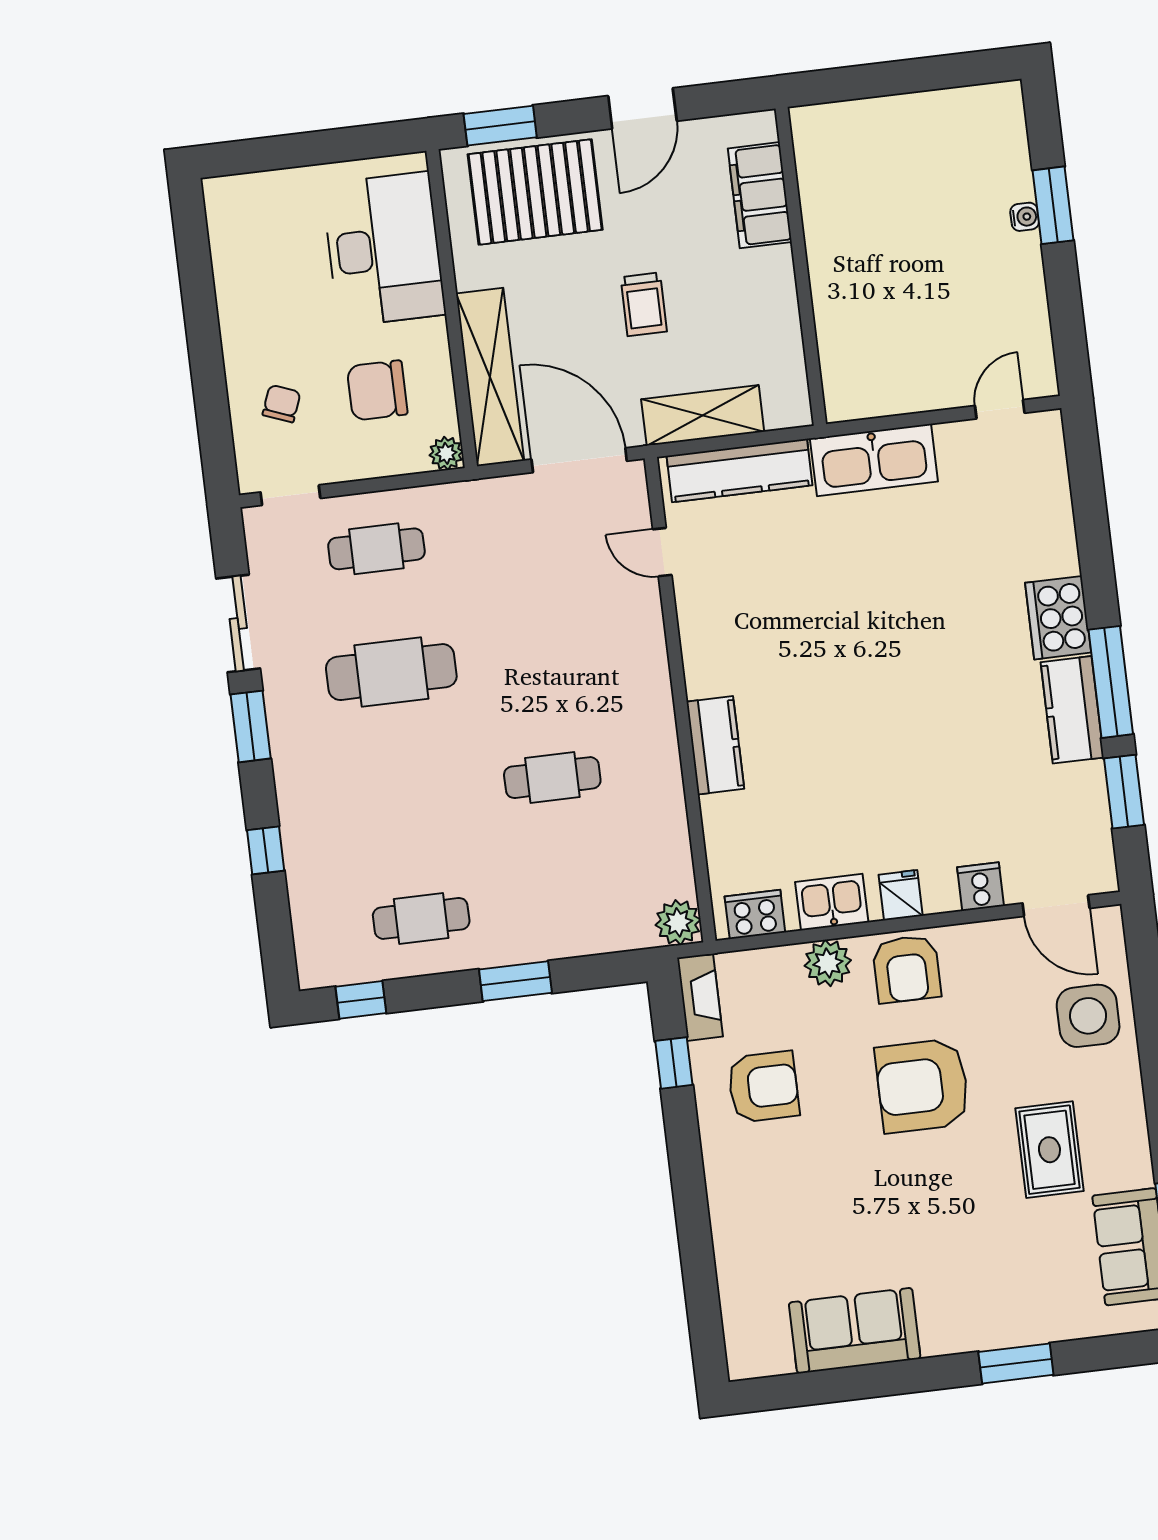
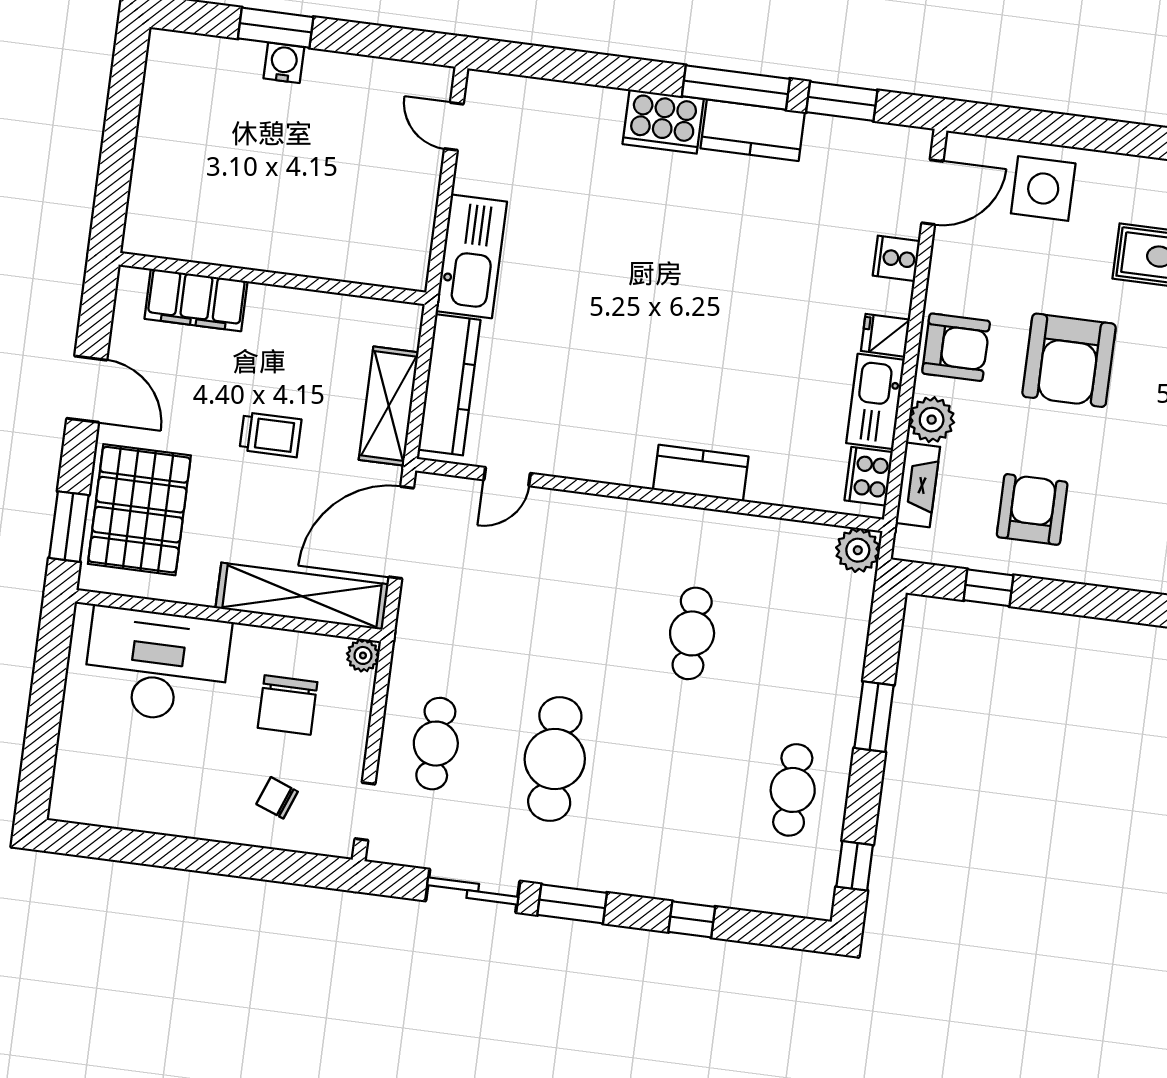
water cooler: (1025, 217) -> (284, 63), width x1.38, depth x1.38
kitchen sink: (832, 902) -> (875, 401), width x1.38
fireplace: (700, 997) -> (918, 485), moved, turned 90

